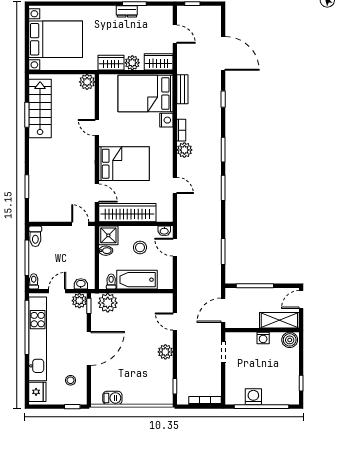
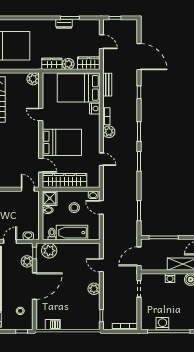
plant: (79, 301) -> (27, 261), moved

